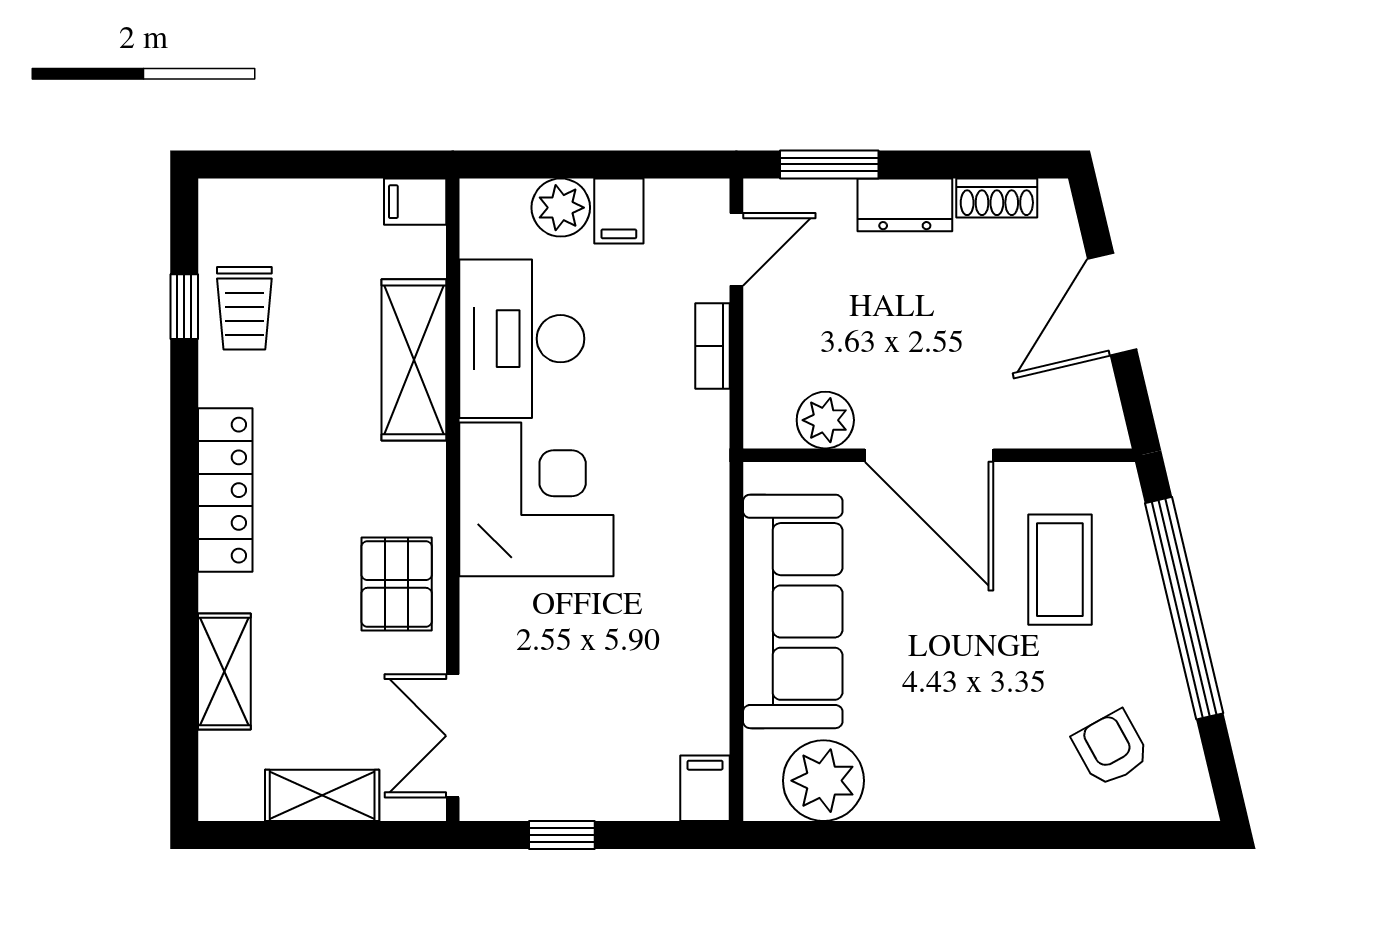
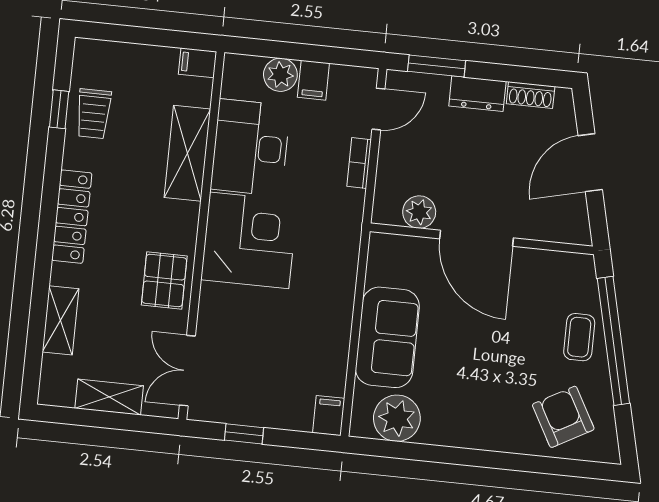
coffee table: (1060, 570) -> (579, 337), moved, width x0.73, depth x0.77
sofa: (793, 611) -> (387, 337), width x0.73
armchair: (1111, 748) -> (563, 417), width x1.38, depth x1.38

